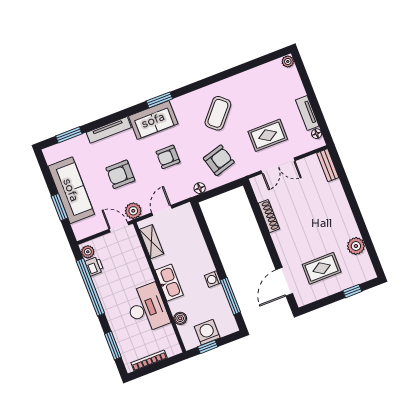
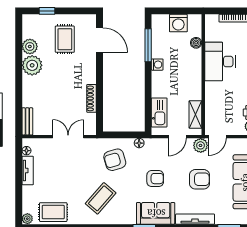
rug: (268, 135) -> (53, 212), moved
door: (119, 227) -> (217, 137), hinge flipped
plant: (346, 227) -> (32, 65), added
rug: (322, 268) -> (65, 39), turned 90
door: (284, 282) -> (100, 40), hinge flipped
kitchen sink: (169, 283) -> (159, 112), moved, turned 180
window: (208, 347) -> (183, 11), removed

